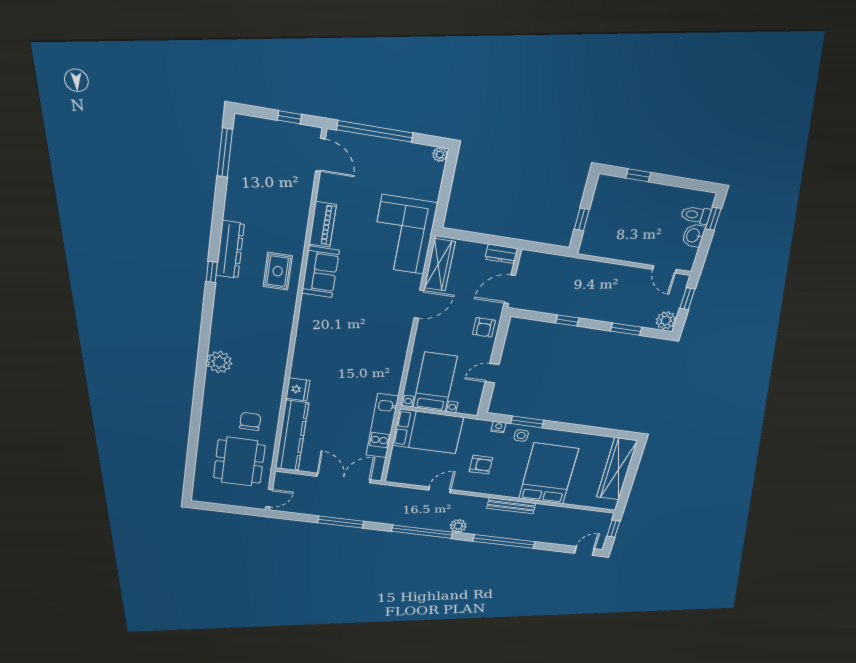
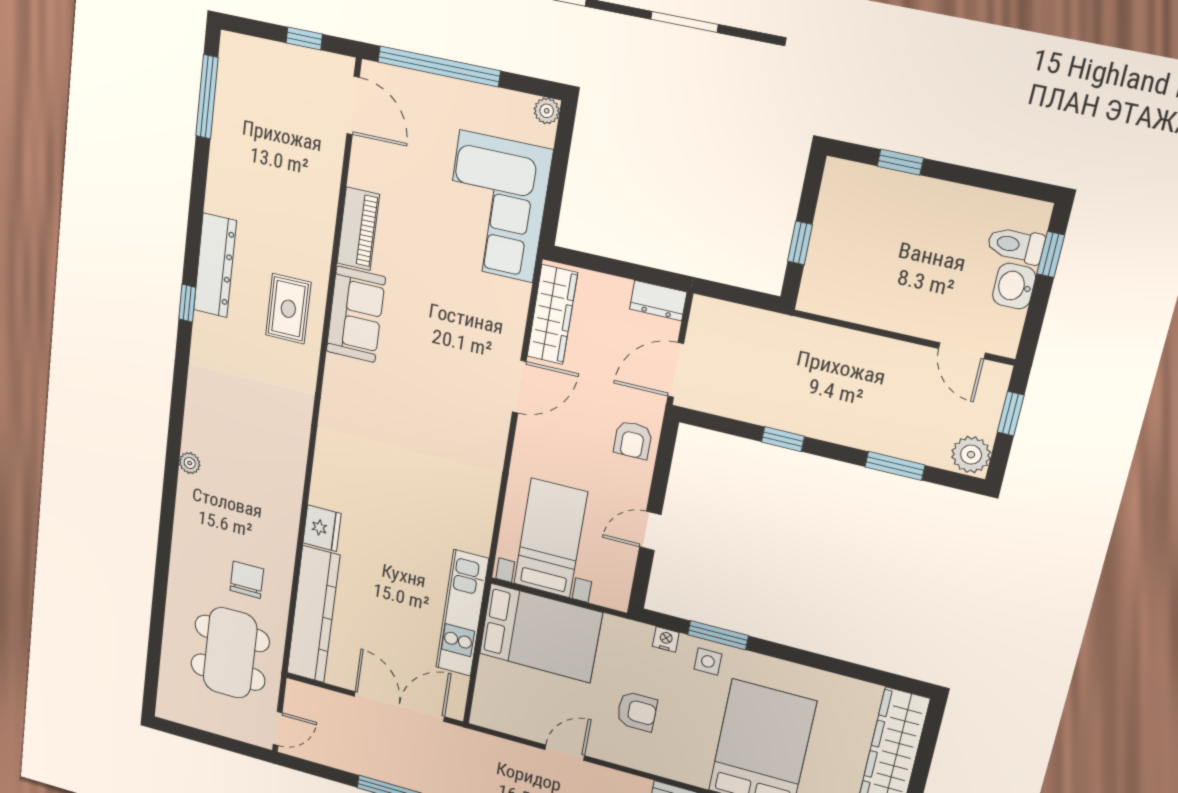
corner sofa: (403, 235) -> (496, 207), moved
plant: (219, 362) -> (190, 463), width x0.53, depth x0.53

